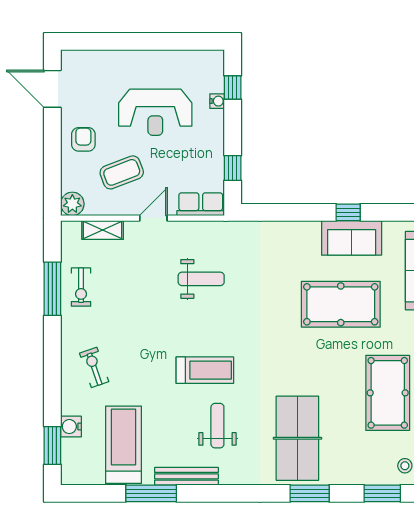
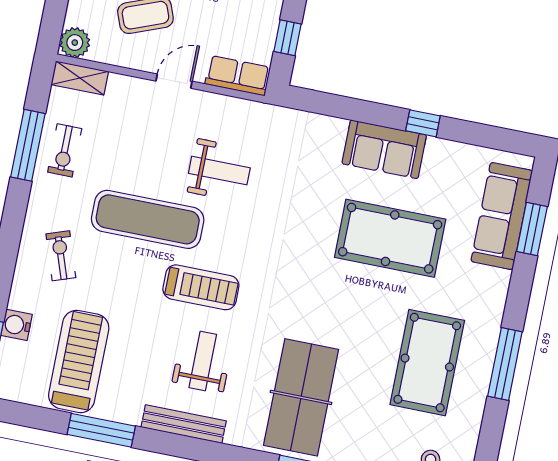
shelving: (103, 230) -> (80, 78), moved
sofa: (352, 238) -> (384, 149), moved
exercise mat: (154, 327) -> (148, 219), added
bench: (186, 476) -> (184, 424), moved

